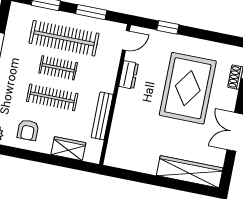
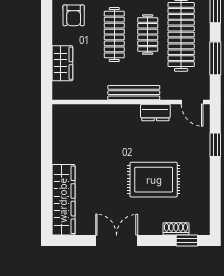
rug: (188, 88) -> (154, 180), width x0.73, depth x0.69
bench: (102, 116) -> (134, 93), moved
armchair: (28, 130) -> (74, 15), turned -90

